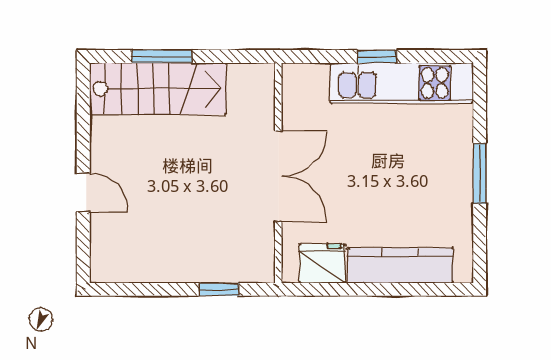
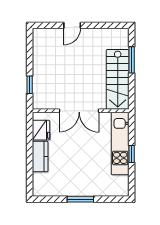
kitchen unit: (402, 83) -> (120, 144), moved
stairs: (158, 89) -> (118, 79), moved
kitchen counter: (400, 265) -> (40, 157), width x0.67

